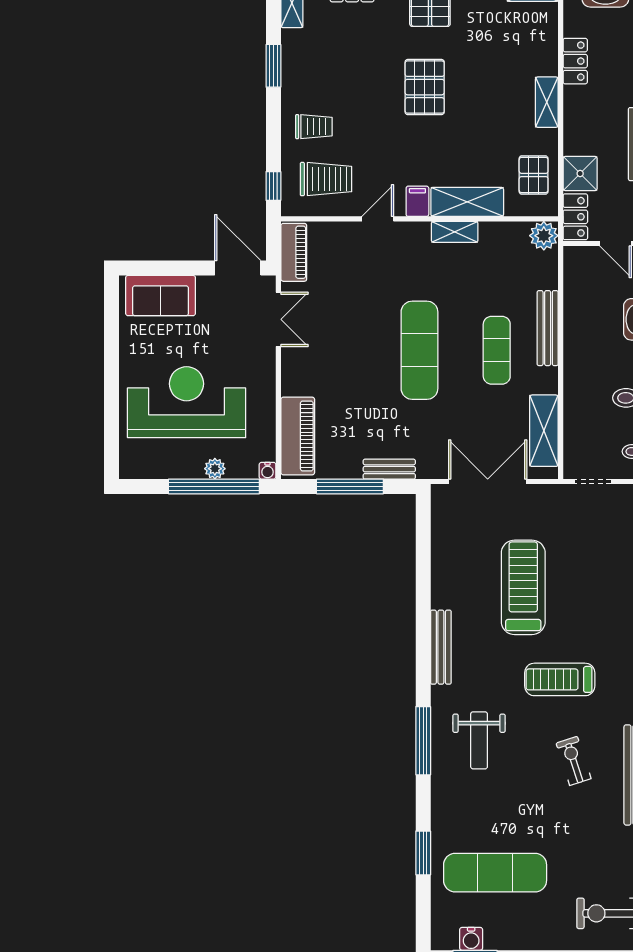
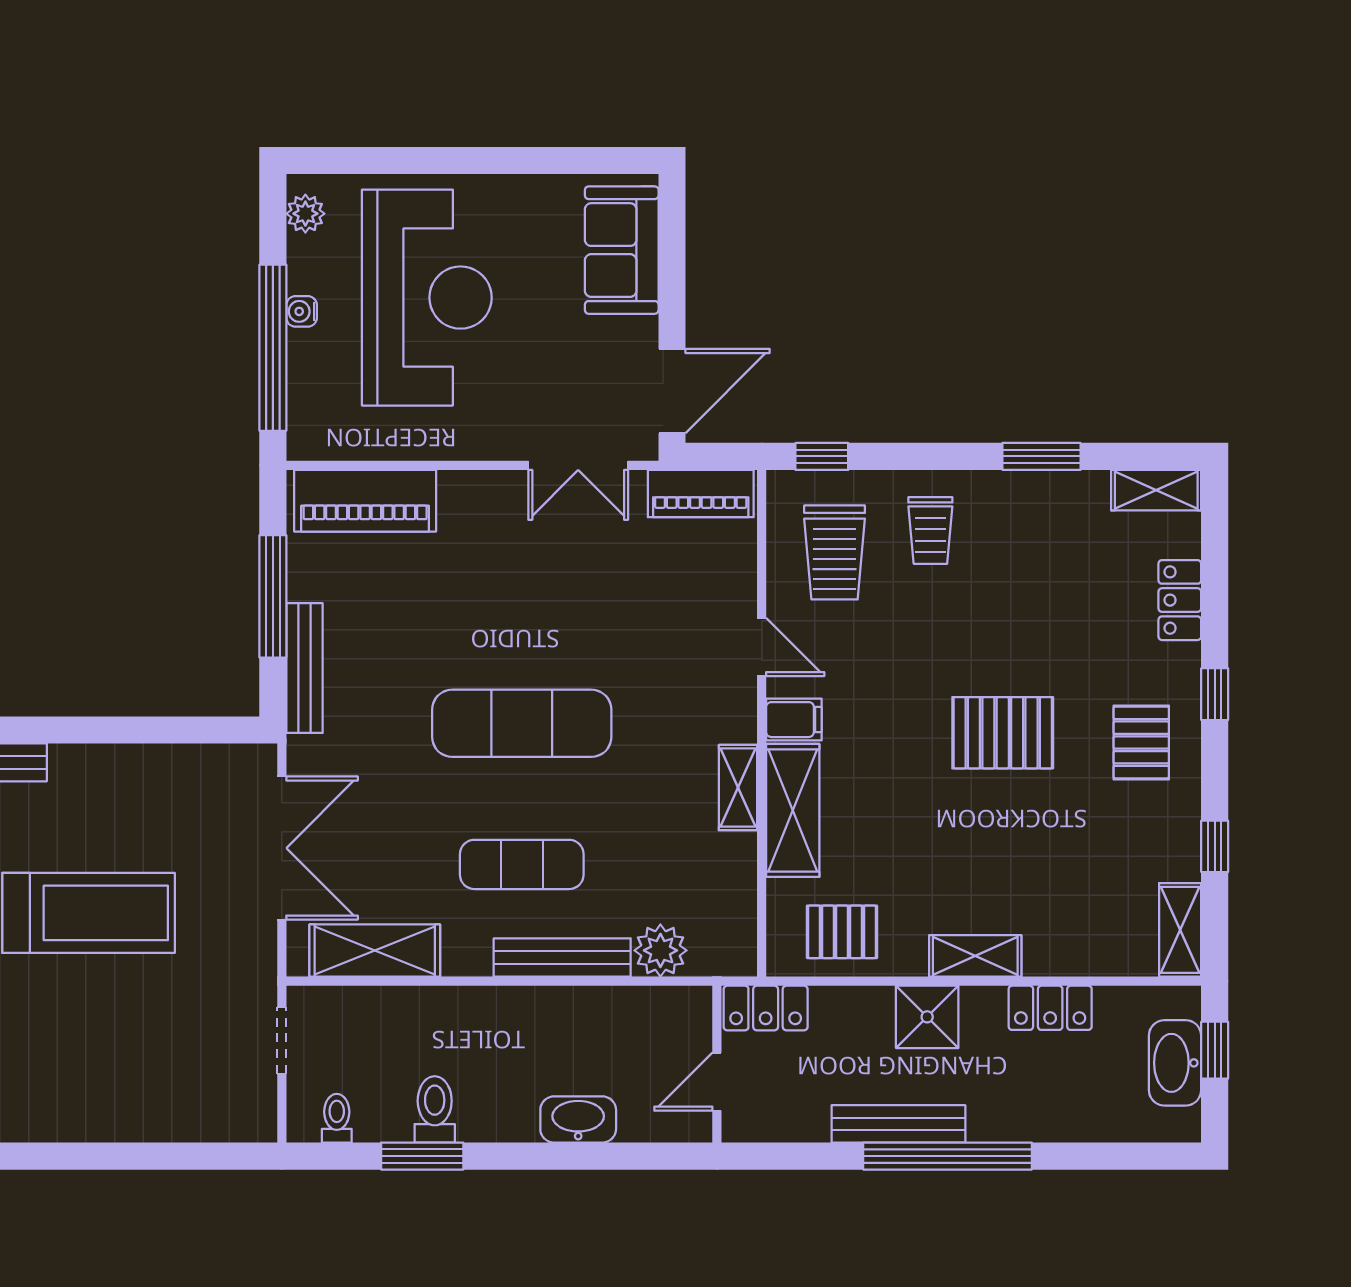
shower: (580, 173) -> (927, 1017), moved
plant: (544, 236) -> (660, 950), moved
plant: (215, 469) -> (305, 214), moved
bench: (389, 469) -> (304, 668), width x1.36
water cooler: (268, 471) -> (302, 311), moved

